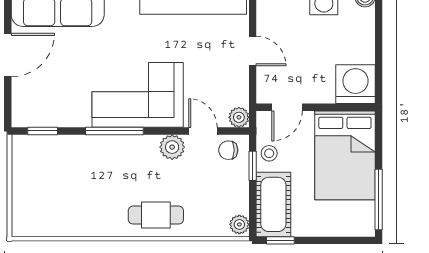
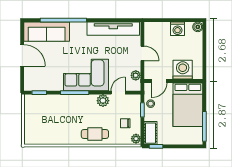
door: (8, 55) -> (22, 55), hinge flipped
washing machine: (356, 84) -> (183, 70), moved
plant: (239, 117) -> (136, 75), moved
door: (203, 131) -> (118, 93), hinge flipped
chair: (228, 150) -> (125, 123), moved
cot: (273, 204) -> (151, 133), width x0.73, depth x0.75

